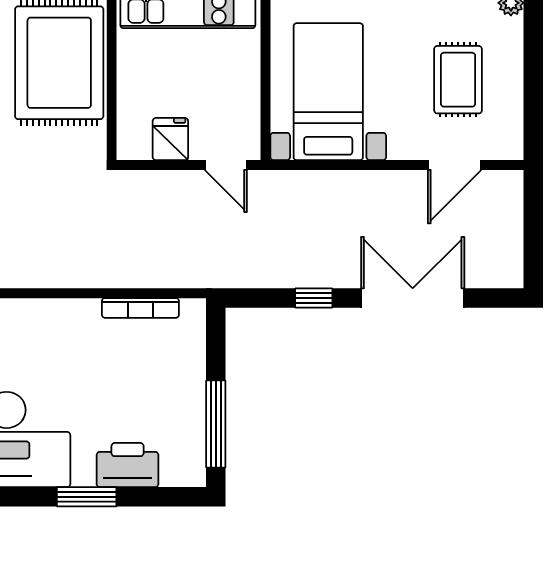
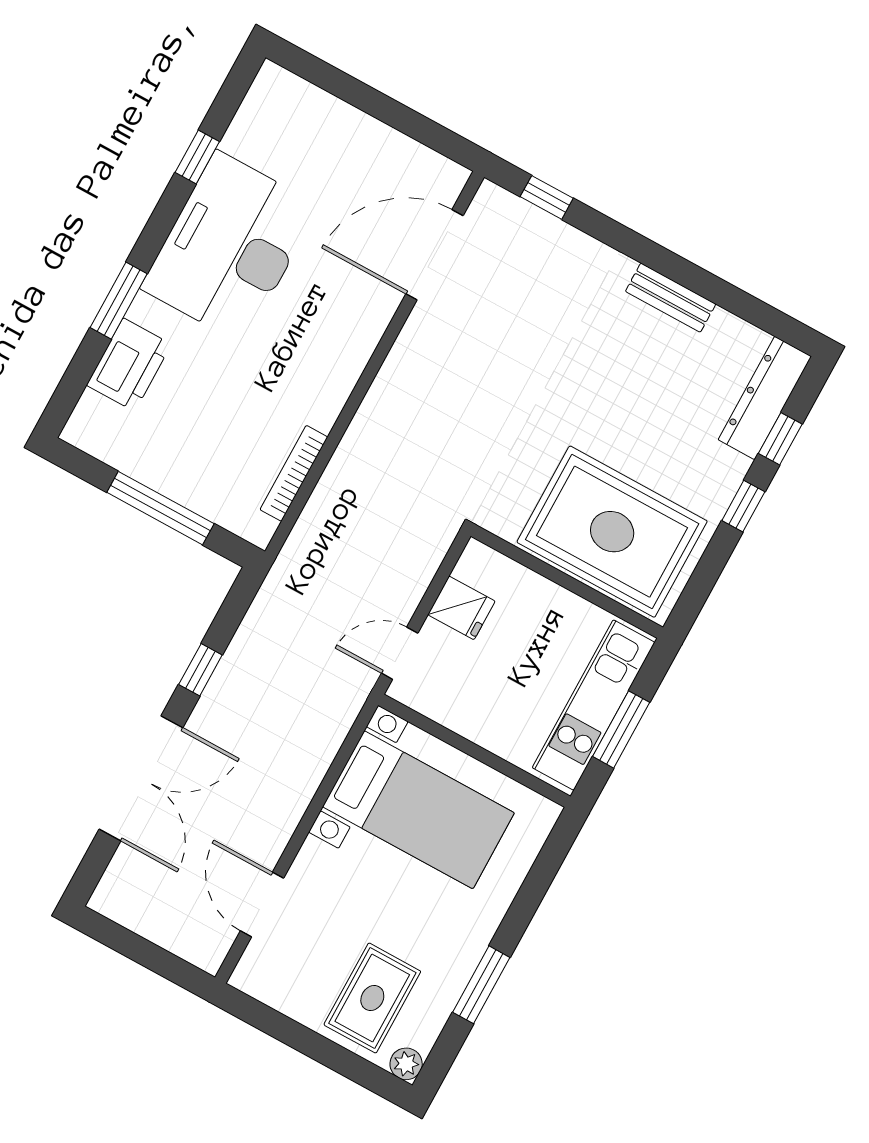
rug: (458, 80) -> (372, 998), moved, turned 90
window: (216, 424) -> (160, 508), moved

